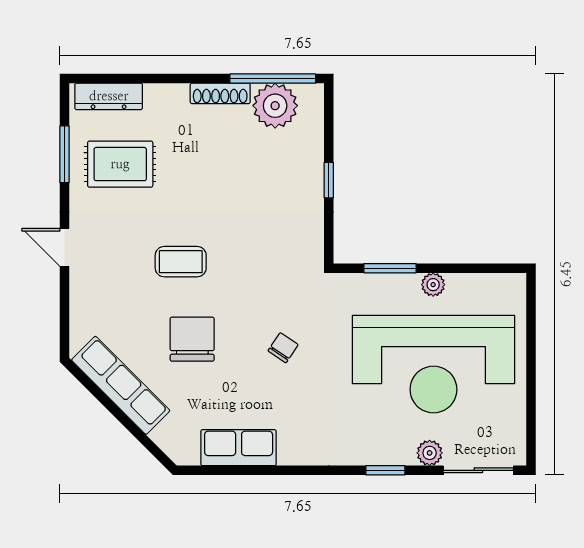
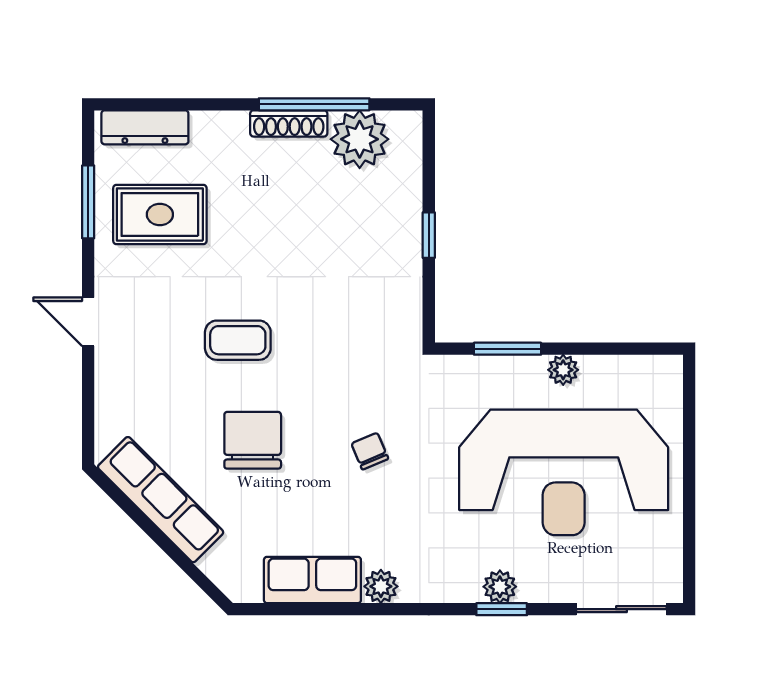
window: (273, 79) -> (314, 104), moved
chair: (283, 348) -> (370, 451), turned -57
plant: (292, 453) -> (381, 586), added
plant: (430, 453) -> (500, 587), moved

